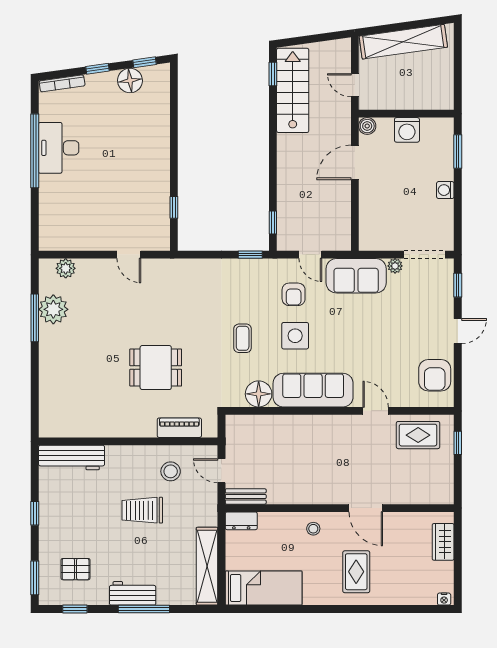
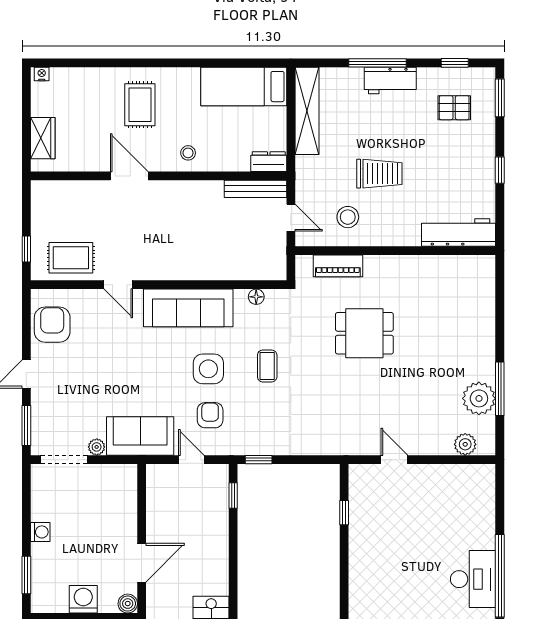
window: (458, 285) -> (26, 425), width x1.50
floor lamp: (259, 394) -> (256, 297), width x0.53, depth x0.53
bench: (246, 496) -> (255, 189), width x1.36

